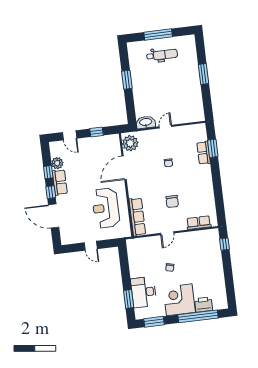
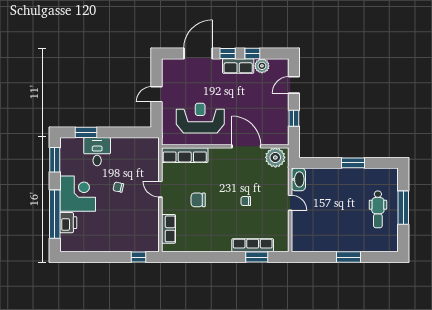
row of seats: (204, 153) -> (253, 245), width x1.48
desk: (144, 292) -> (97, 152), width x0.73

